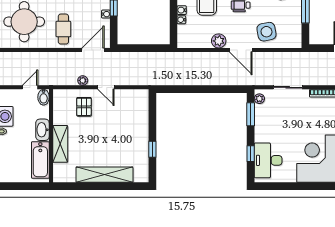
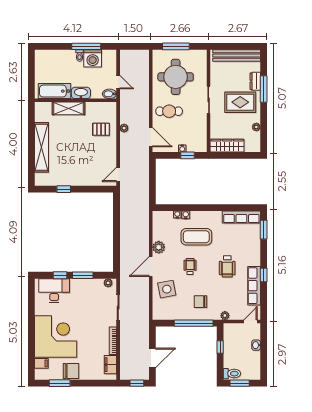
door: (106, 87) -> (118, 174), moved
window: (251, 114) -> (83, 275), moved

